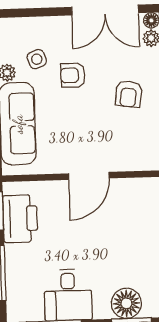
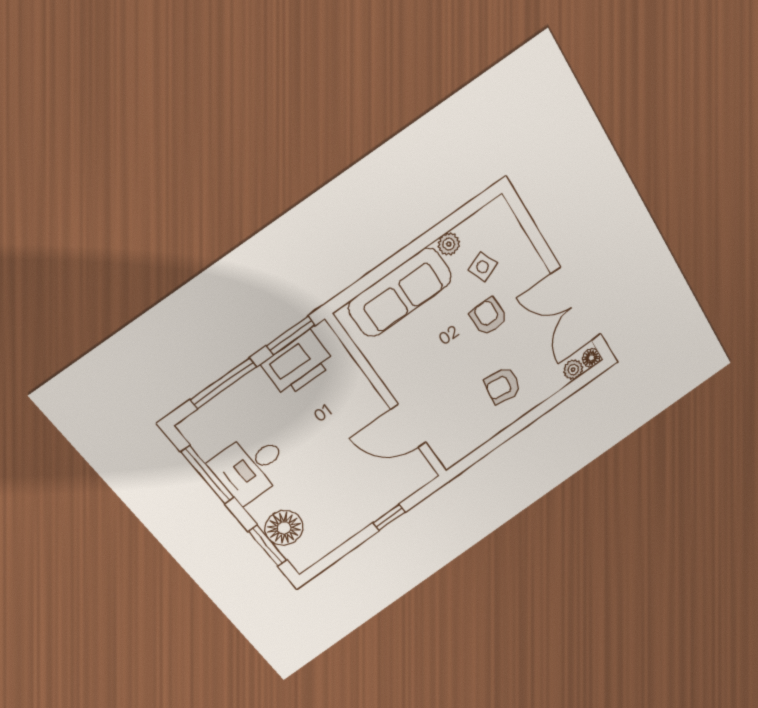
door: (89, 176) -> (408, 426), moved

